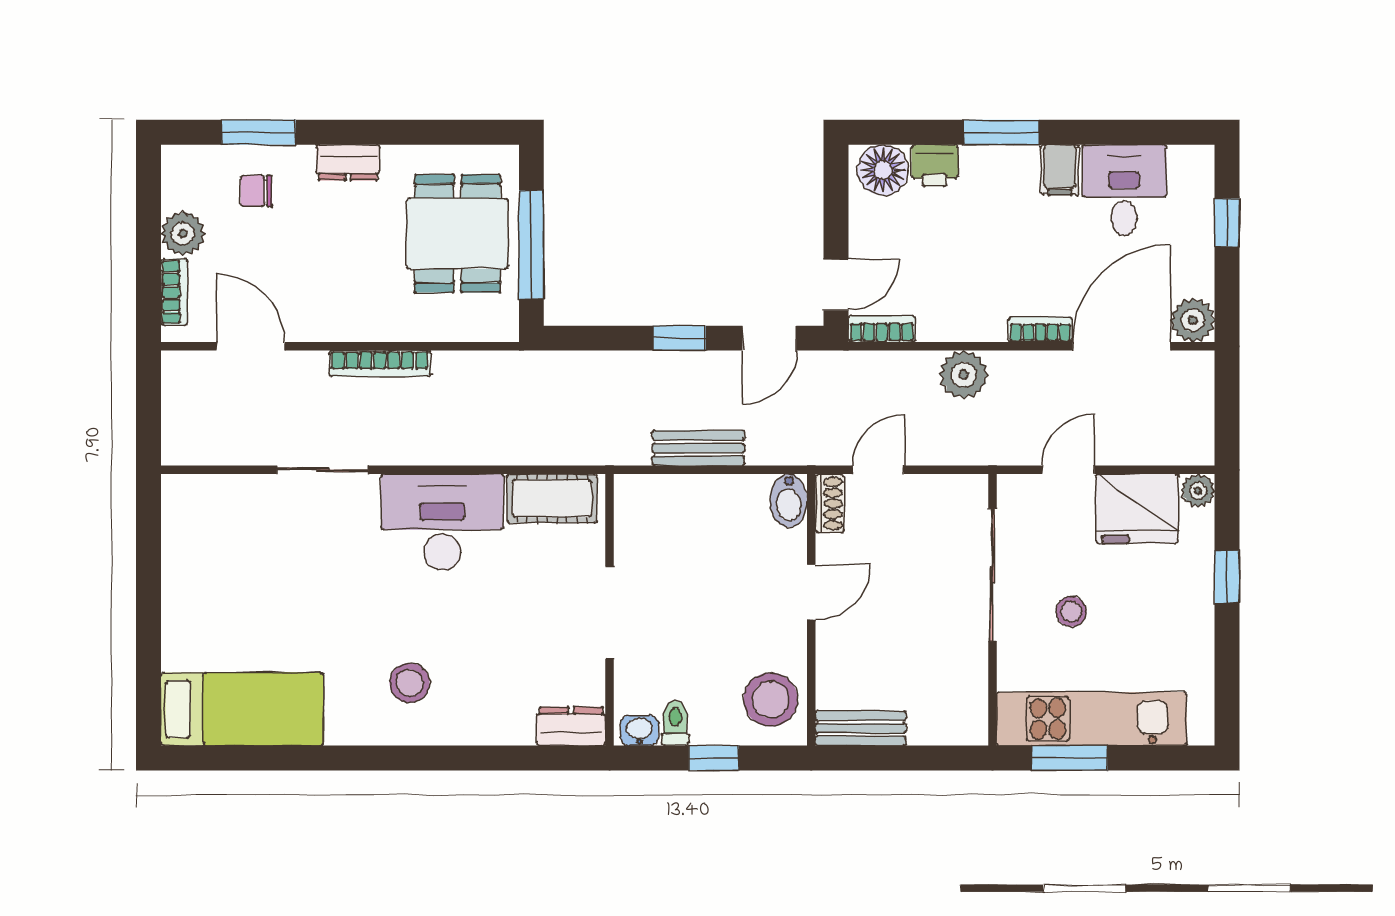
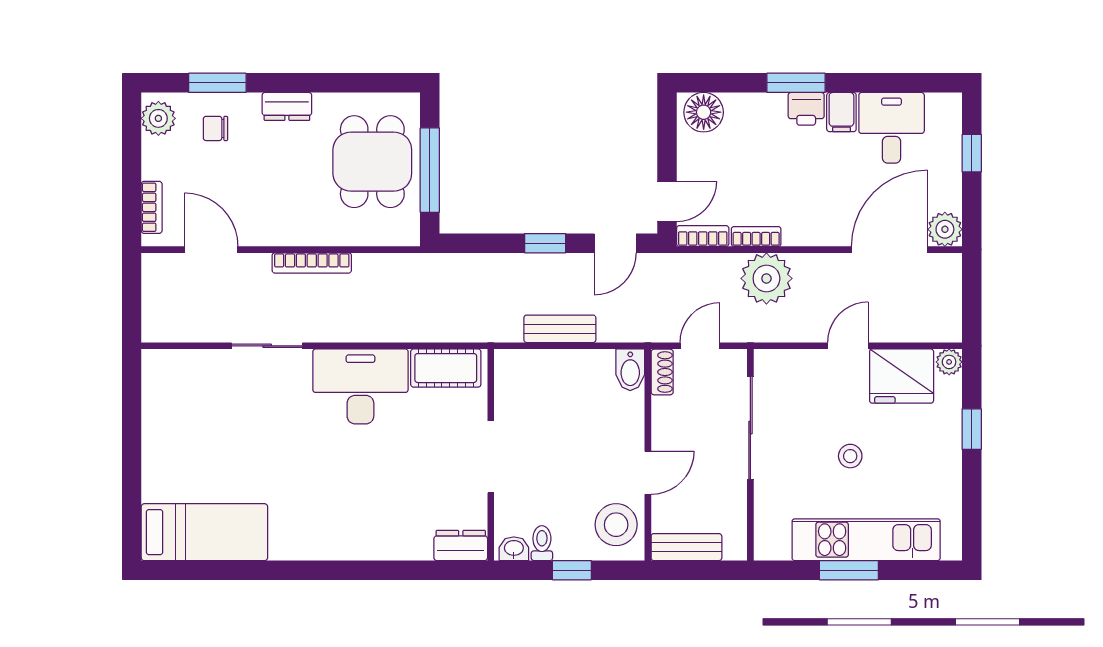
printer: (935, 166) -> (806, 109), moved
plant: (183, 234) -> (158, 118), moved
bookcase: (1040, 329) -> (756, 236), moved
plant: (964, 375) -> (766, 278), width x1.36, depth x1.36
sliding door: (992, 575) -> (750, 428), moved
door: (811, 592) -> (648, 473), moved
wall: (992, 610) -> (750, 455), moved
stool: (410, 683) -> (335, 512), removed

